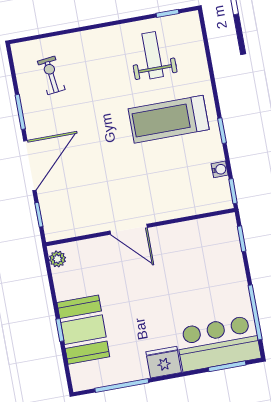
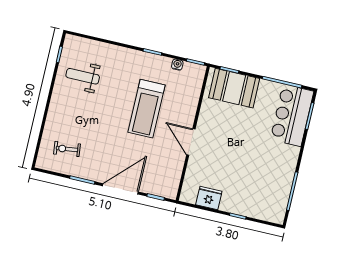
treadmill: (169, 119) -> (146, 109), moved
door: (30, 165) -> (120, 189), hinge flipped
door: (129, 229) -> (191, 142), swing flipped
plant: (57, 259) -> (190, 197), removed
booth: (83, 330) -> (234, 88), moved
fridge: (164, 362) -> (209, 198), moved, turned 90

